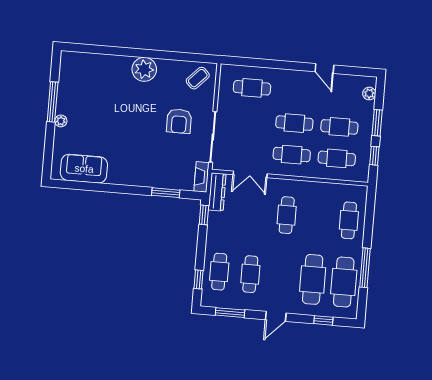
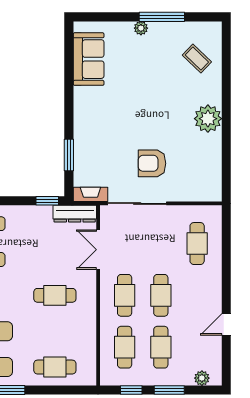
coffee table: (198, 78) -> (197, 59), moved

